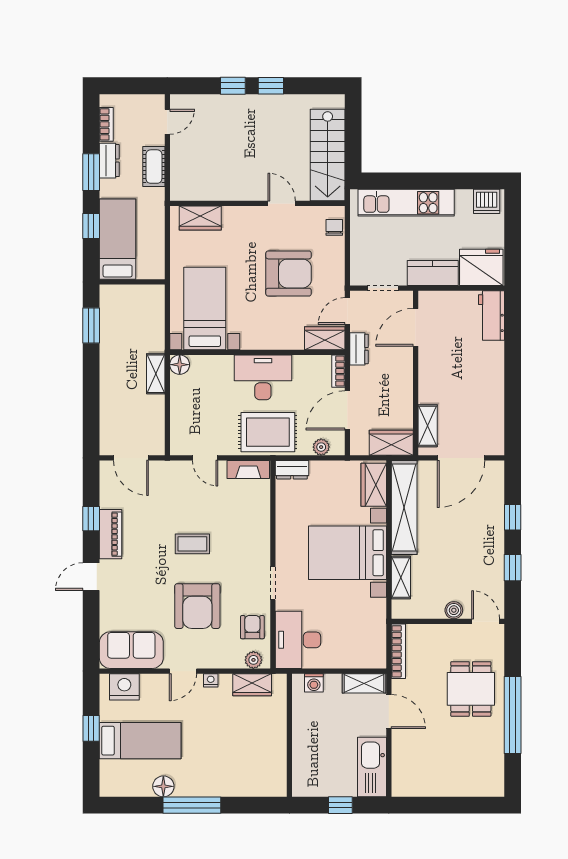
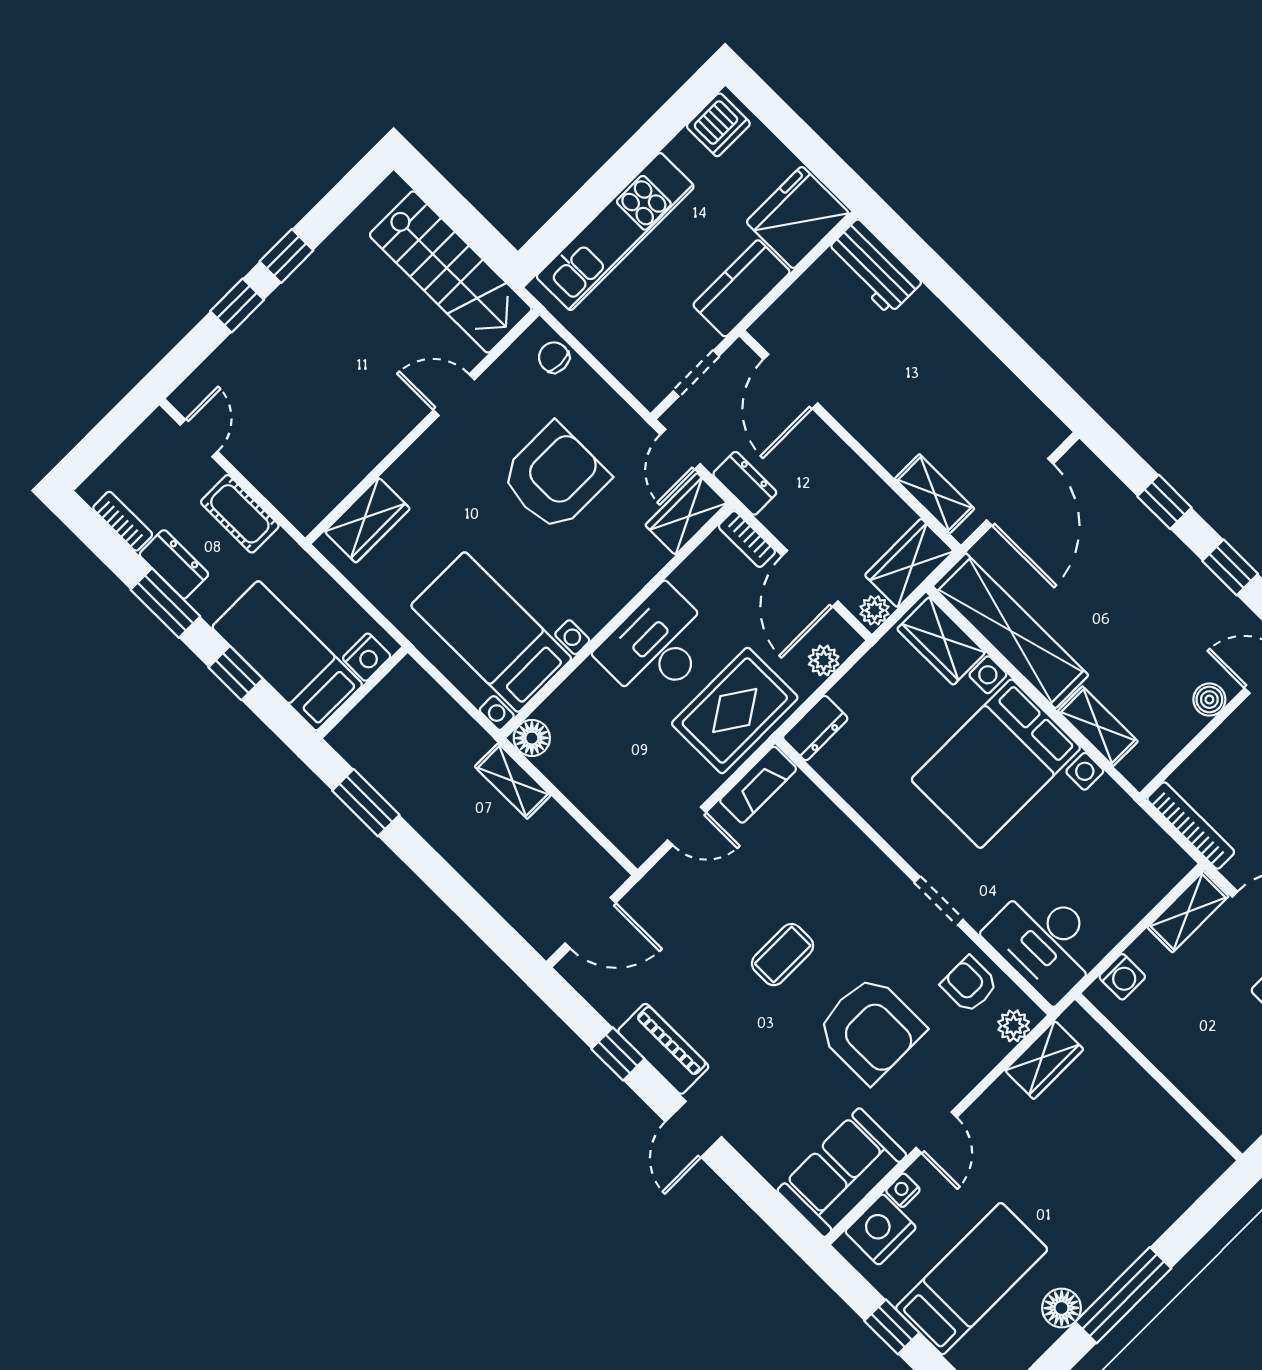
nightstand: (147, 270) -> (367, 657), added
plant: (360, 447) -> (875, 610), added
nightstand: (211, 680) -> (903, 1190), moved

